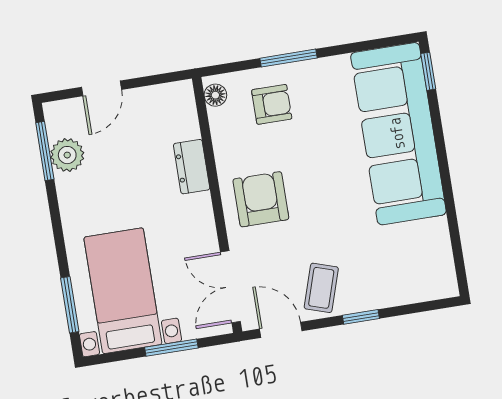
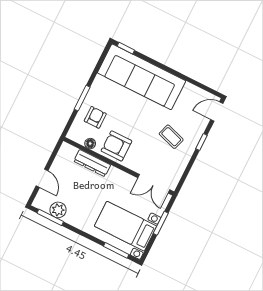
floor lamp: (215, 95) -> (90, 144), moved
dresser: (192, 167) -> (92, 163), width x1.44
armchair: (261, 199) -> (116, 146), moved
coffee table: (321, 288) -> (171, 137), moved
door: (281, 330) -> (217, 111), moved

